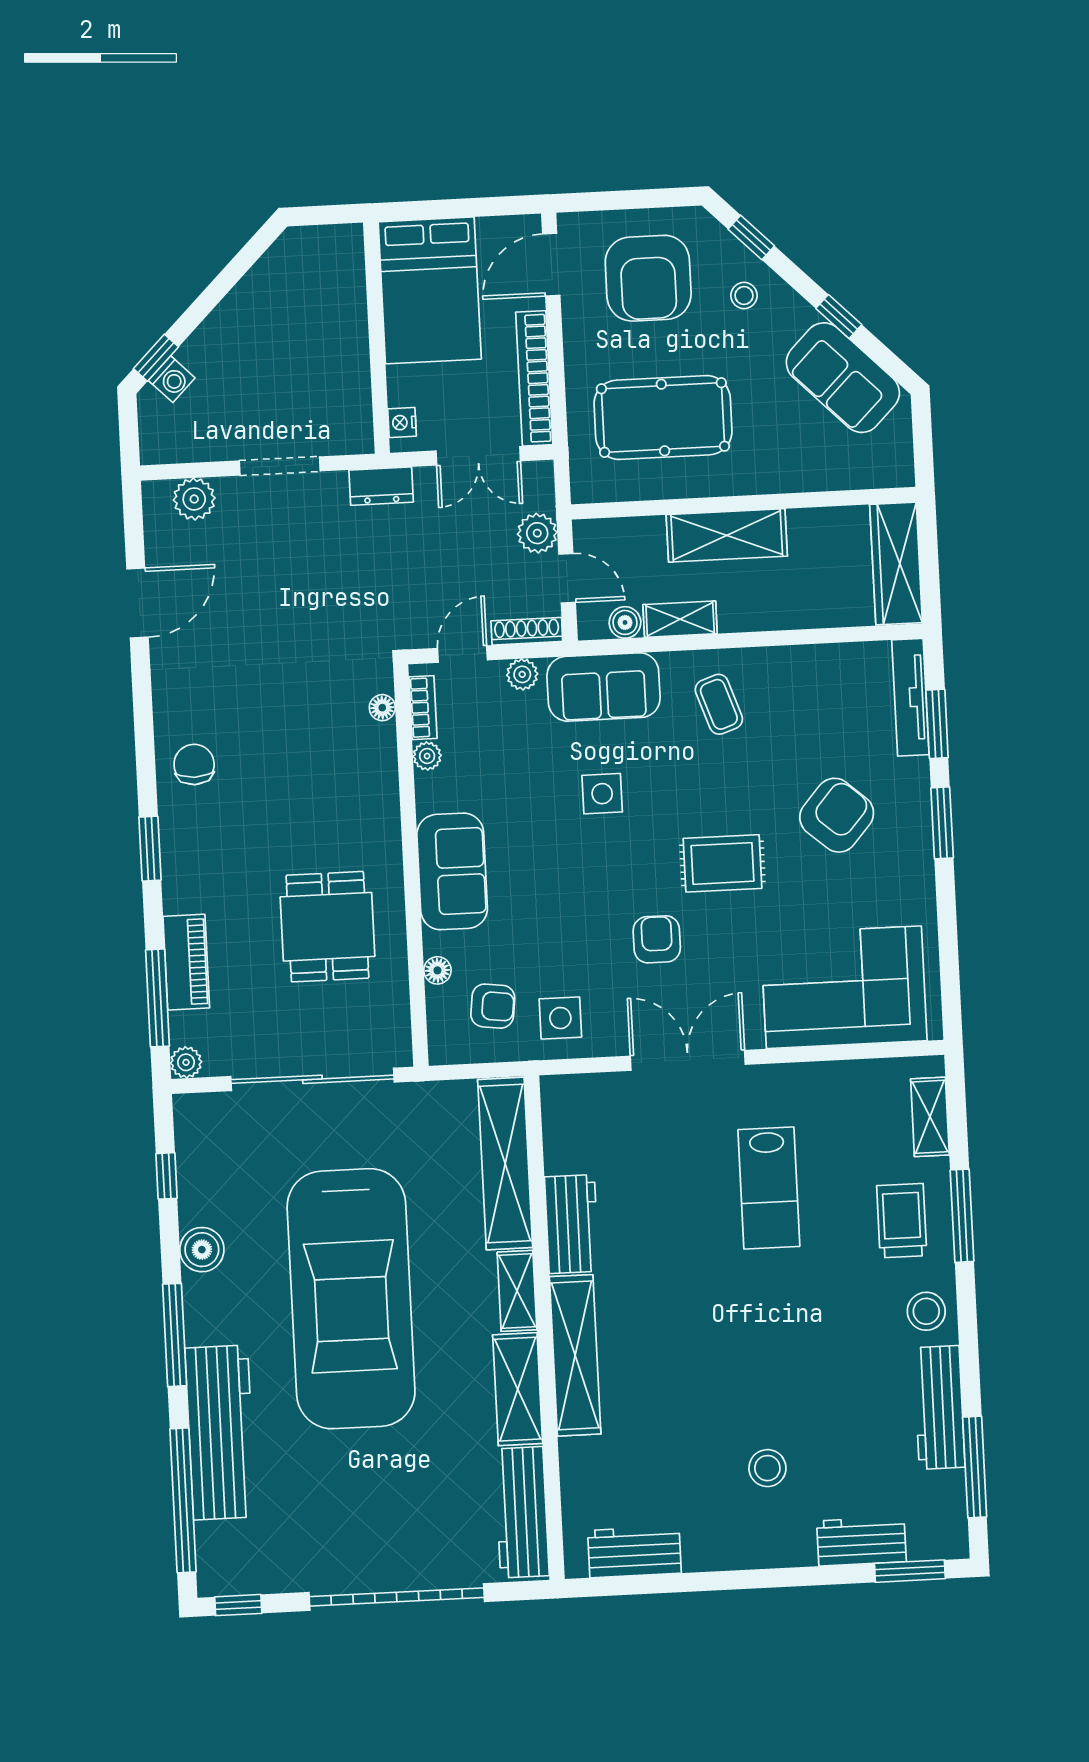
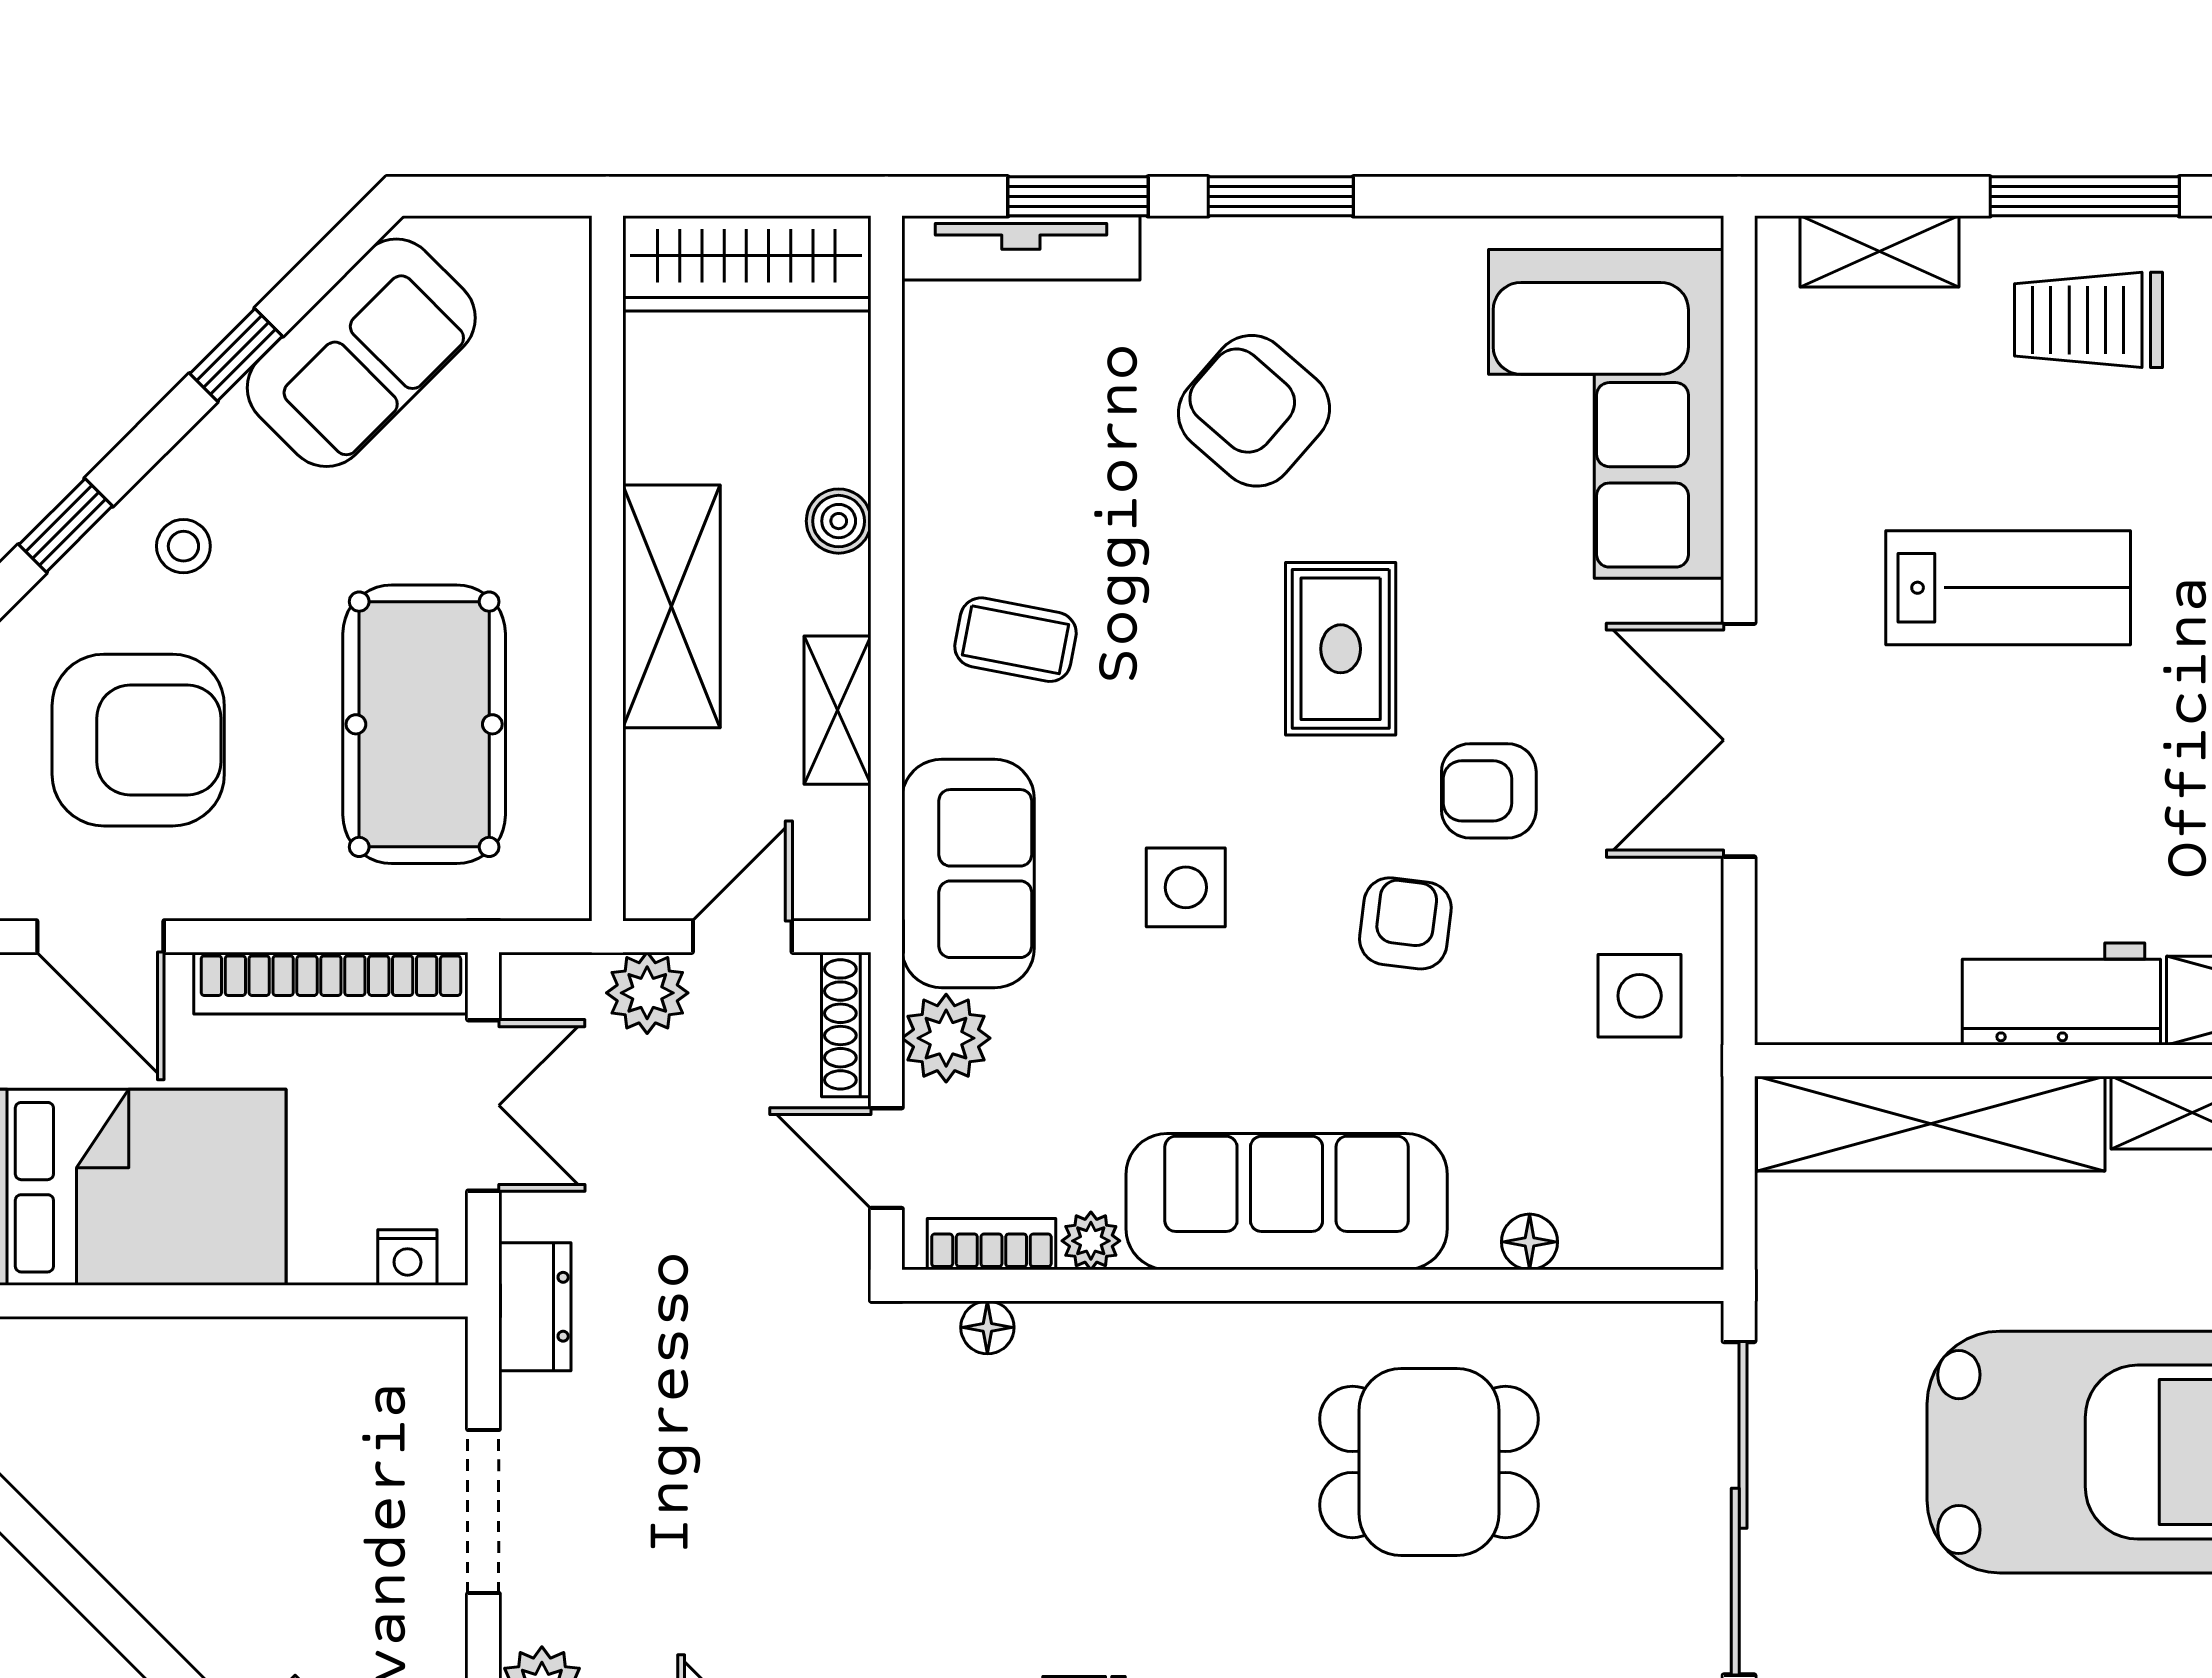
boiler: (625, 622) -> (839, 521), moved
plant: (522, 674) -> (946, 1038), width x1.38, depth x1.38
coffee table: (719, 704) -> (1015, 640), turned 30
sofa: (452, 871) -> (1287, 1202), width x1.36
armchair: (493, 1006) -> (1405, 923), moved

